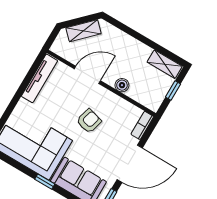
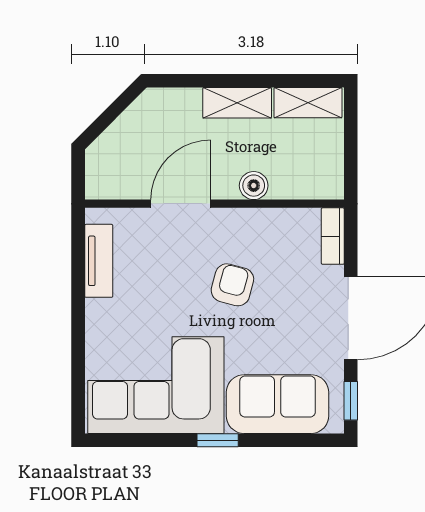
shelving: (84, 31) -> (237, 103), moved, turned 45
tv unit: (39, 78) -> (99, 261), width x0.71
window: (173, 91) -> (351, 141), removed

